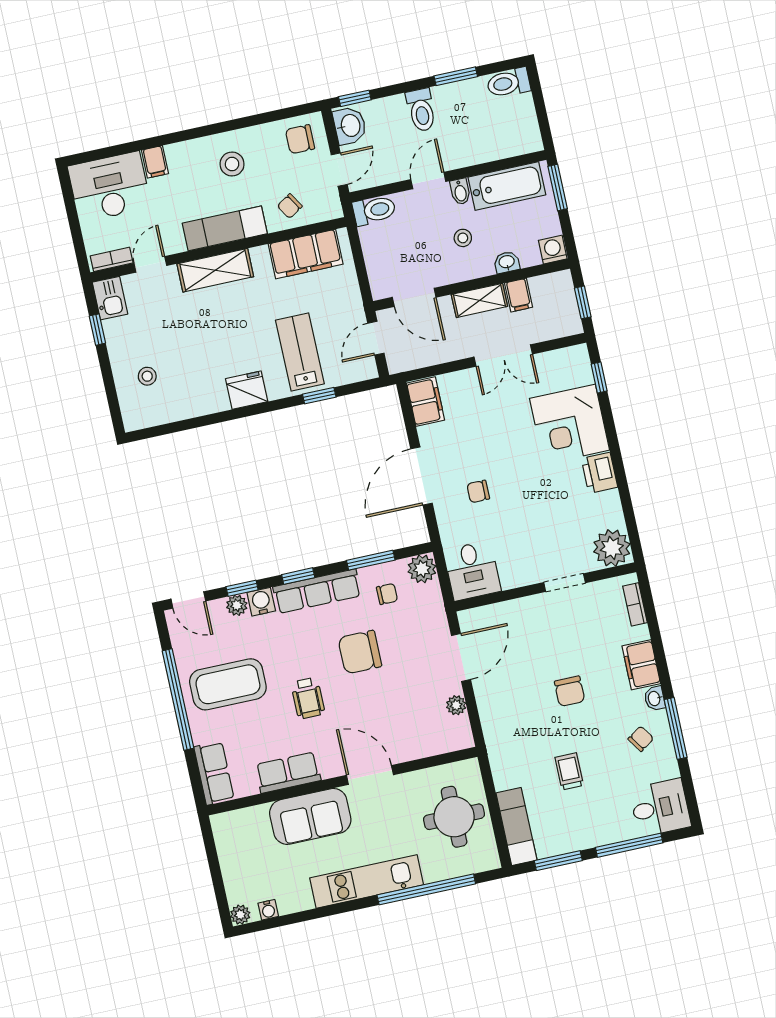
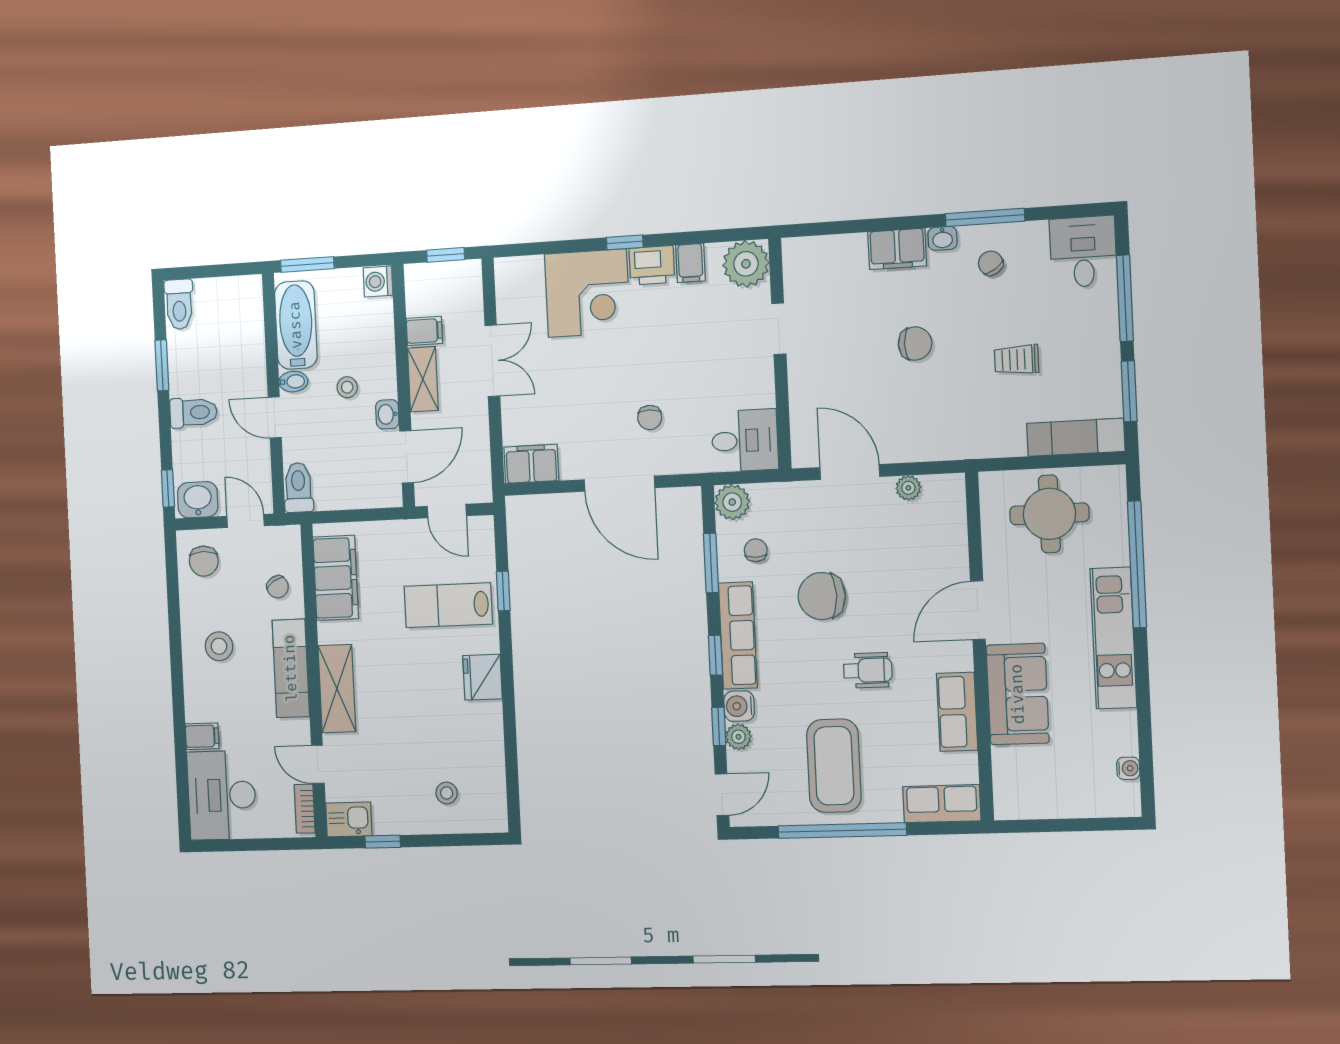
washbasin: (507, 262) -> (387, 414), moved
window: (599, 378) -> (625, 242), moved
filing cabinet: (606, 503) -> (690, 263), added
bookcase: (635, 604) -> (820, 246), removed
chair: (360, 652) -> (822, 596), turned 90
plant: (240, 915) -> (1128, 805), removed

